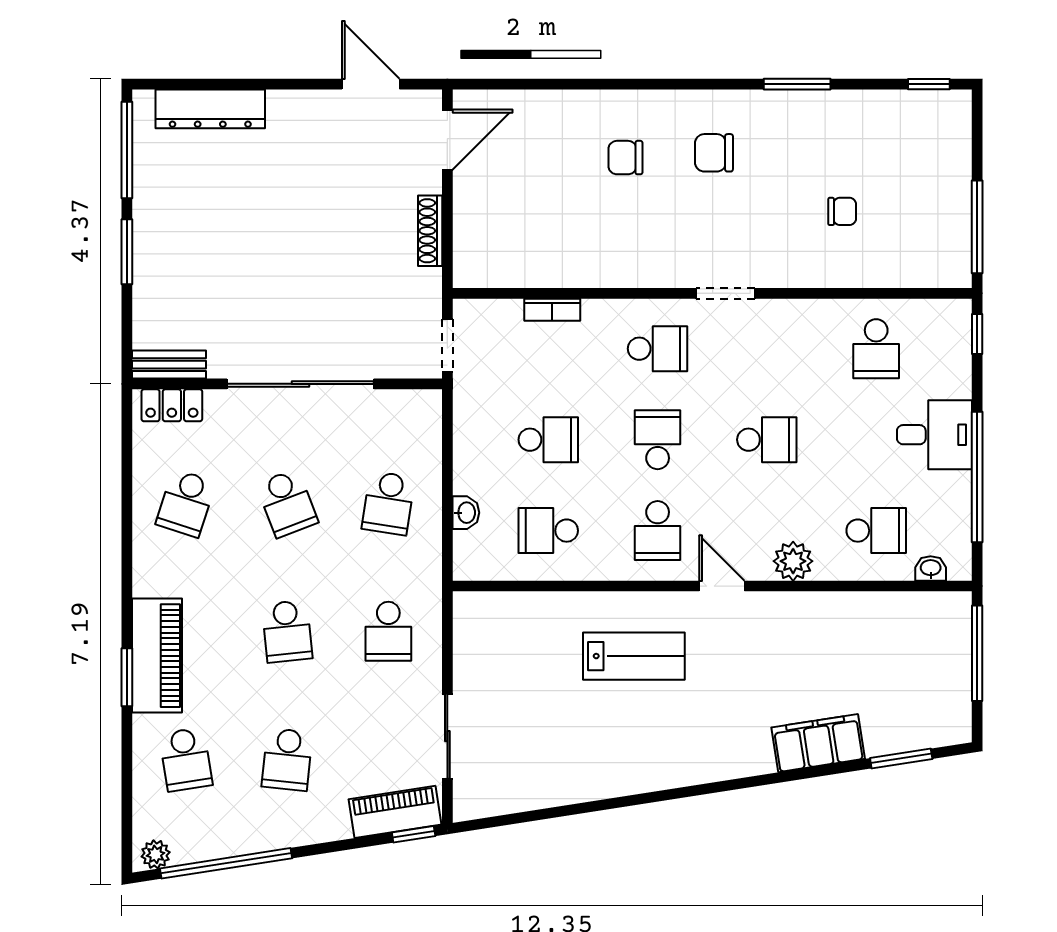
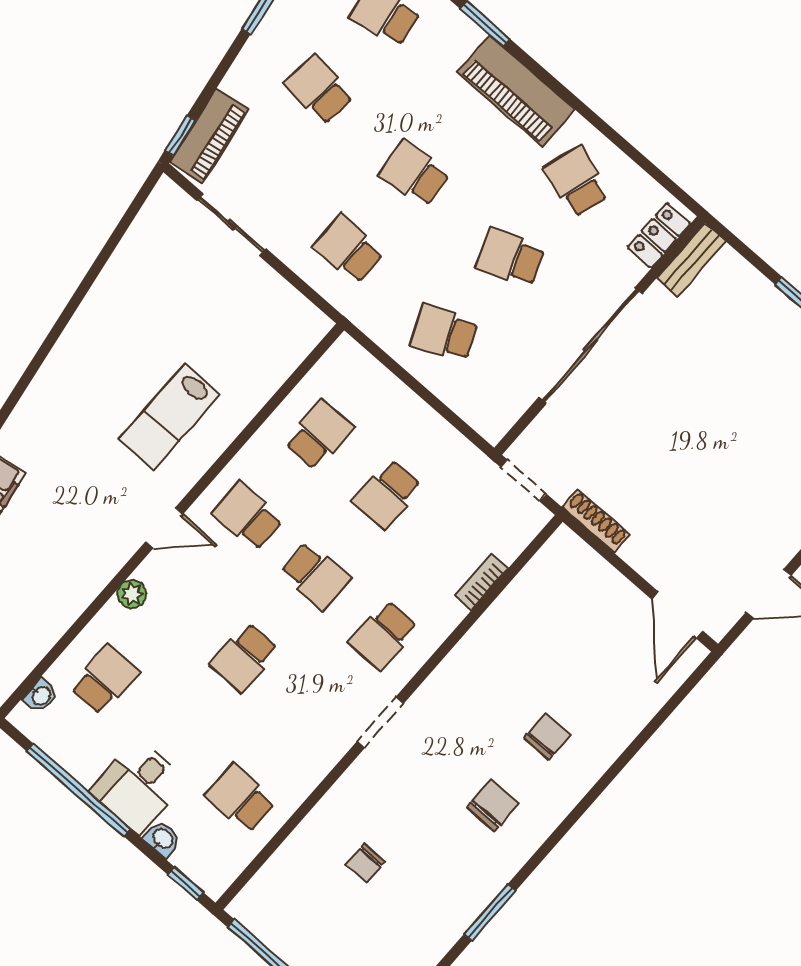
shoe rack: (430, 231) -> (596, 521), moved
school desk: (388, 503) -> (444, 333), turned -33
washbasin: (466, 513) -> (163, 839), moved, turned 180
school desk: (876, 531) -> (105, 680), turned 180
plant: (793, 561) -> (132, 594), width x0.73, depth x0.73
piano: (157, 656) -> (516, 91), moved

